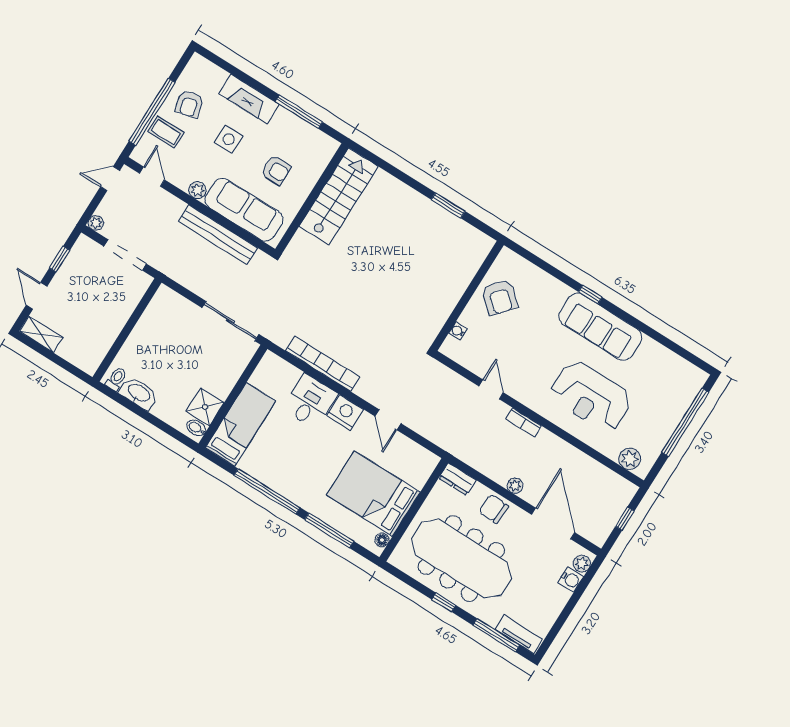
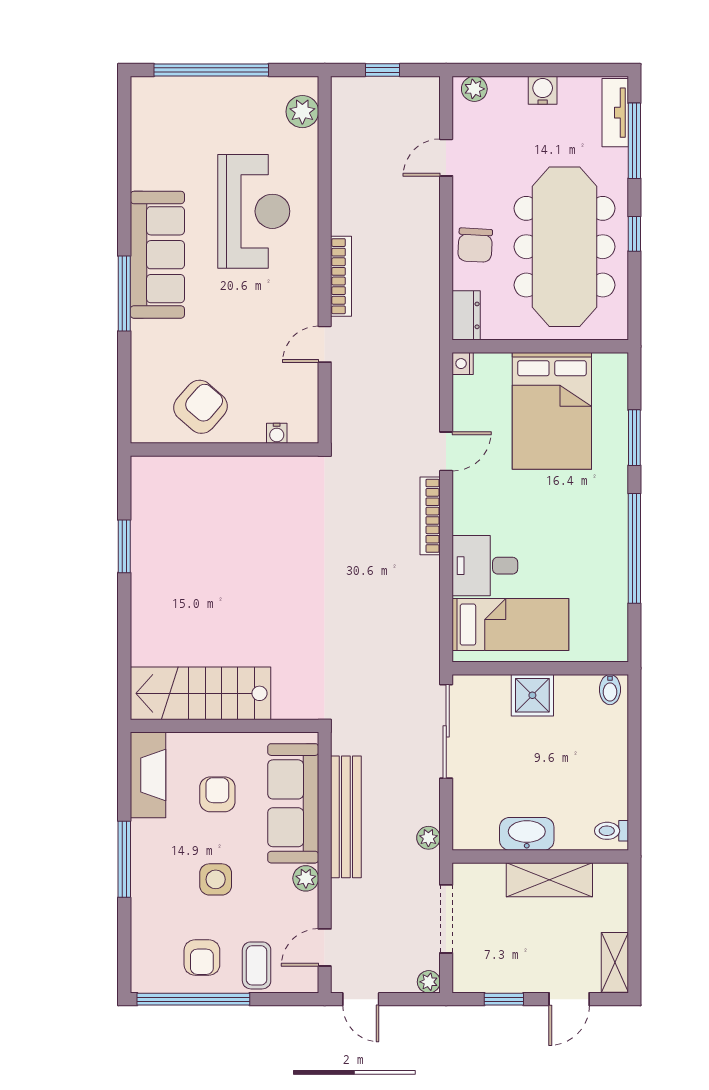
fireplace: (249, 99) -> (148, 775), moved
armchair: (190, 104) -> (202, 958), turned 105
window: (152, 112) -> (193, 999), moved
window: (299, 112) -> (124, 859), moved
window: (590, 295) -> (124, 293), width x2.17
shelving: (111, 327) -> (549, 880), added
bookcase: (323, 364) -> (430, 516), moved, width x0.68, depth x0.76
washbasin: (139, 393) -> (527, 834), moved, turned 90
shower: (205, 407) -> (532, 695), moved
nightstand: (345, 412) -> (463, 364), moved, width x0.53, depth x0.56
bookcase: (524, 422) -> (341, 276), width x1.56
bed: (241, 424) -> (510, 625), moved, turned 180
plant: (515, 486) -> (428, 838), moved
door: (553, 523) -> (446, 158), width x0.53
window: (329, 531) -> (634, 438), width x0.69
floor lamp: (382, 540) -> (604, 363), removed
water cooler: (571, 580) -> (543, 90), moved

